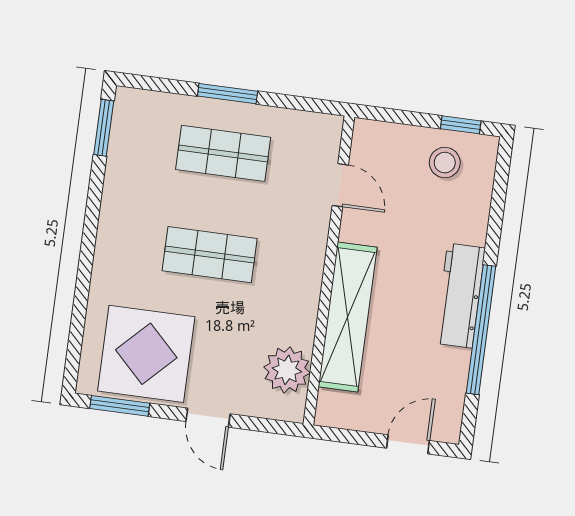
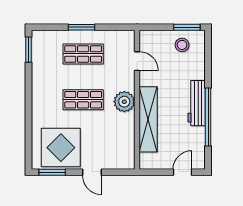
window: (461, 125) -> (187, 27), width x1.50
plant: (287, 370) -> (124, 102), moved

